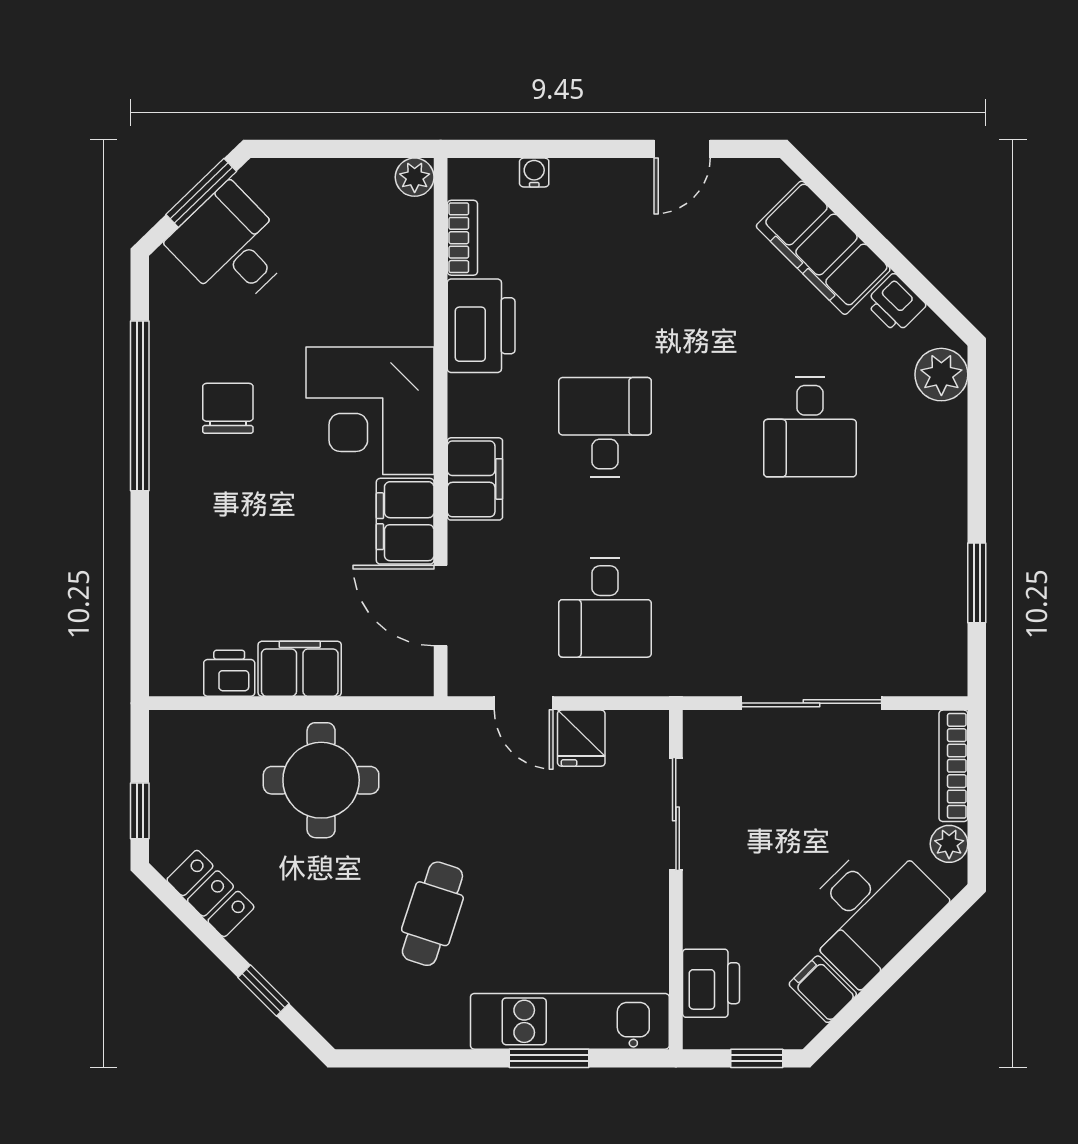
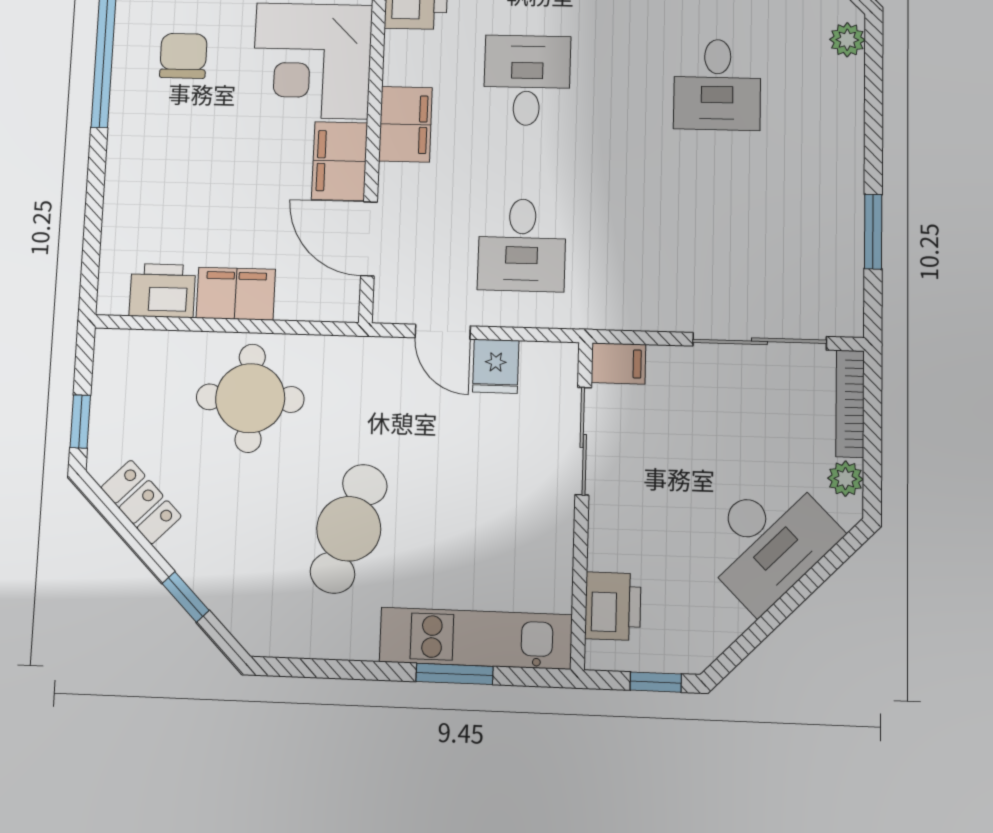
plant: (941, 375) -> (847, 40), width x0.73, depth x0.73
printer: (229, 673) -> (162, 291), width x1.36, depth x1.24
sliding door: (811, 703) -> (759, 341), moved
cafe table: (432, 914) -> (349, 529), width x1.37, depth x1.35
filing cabinet: (823, 989) -> (618, 363), moved, turned 135

